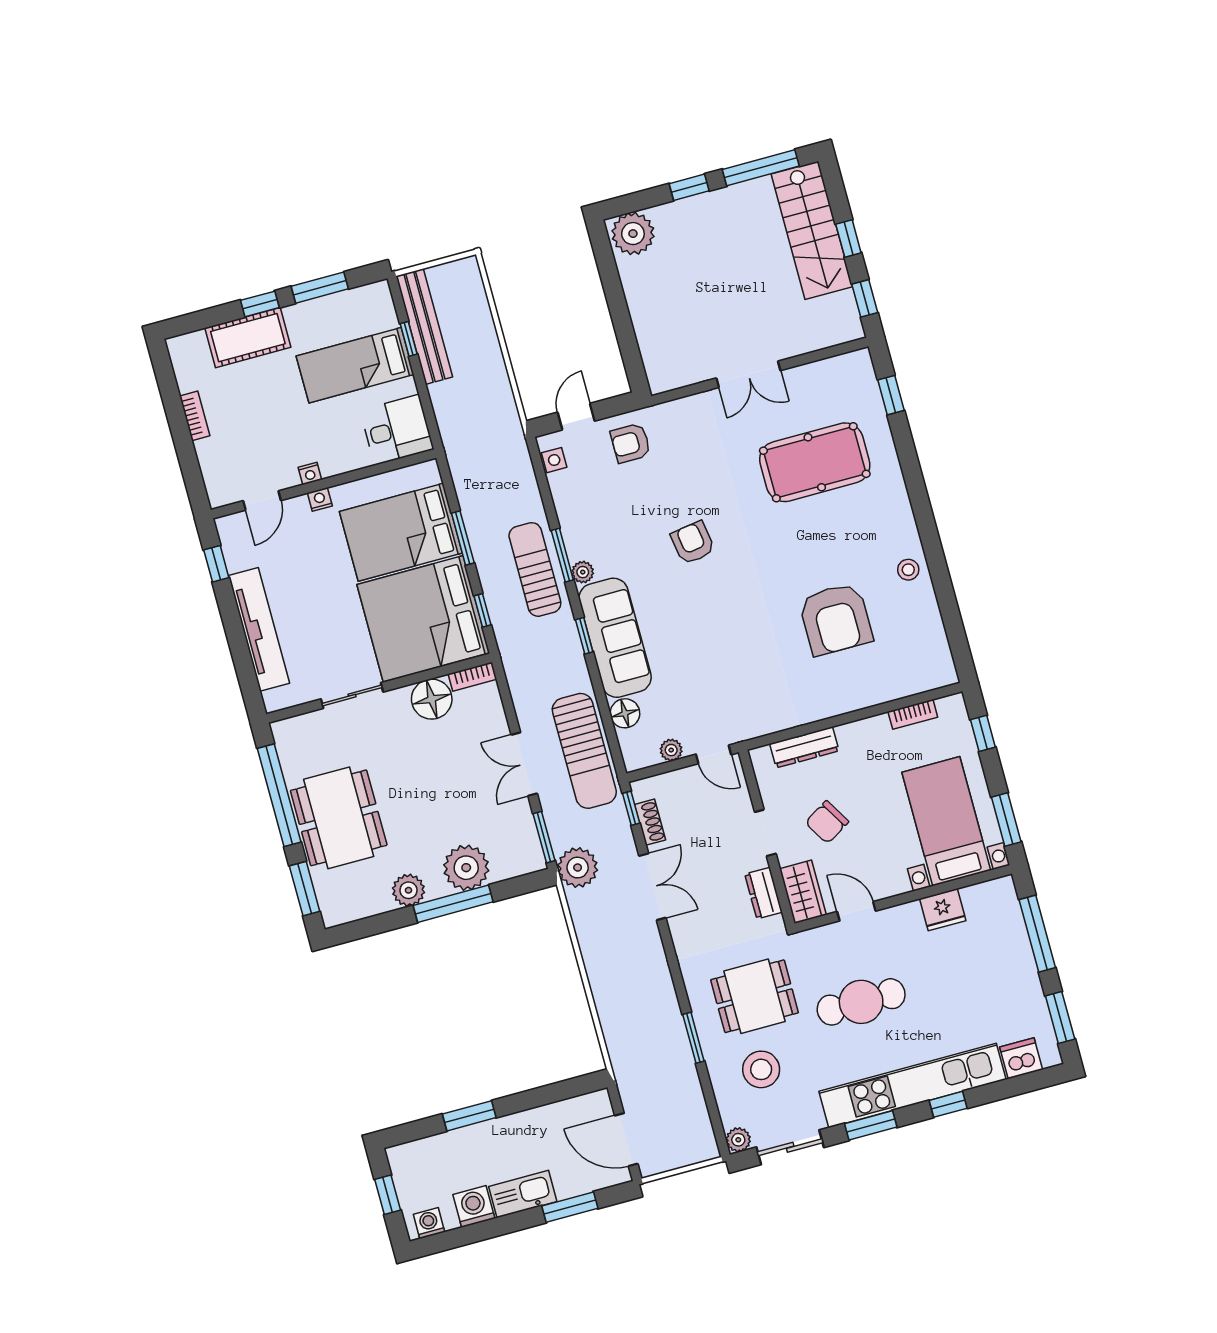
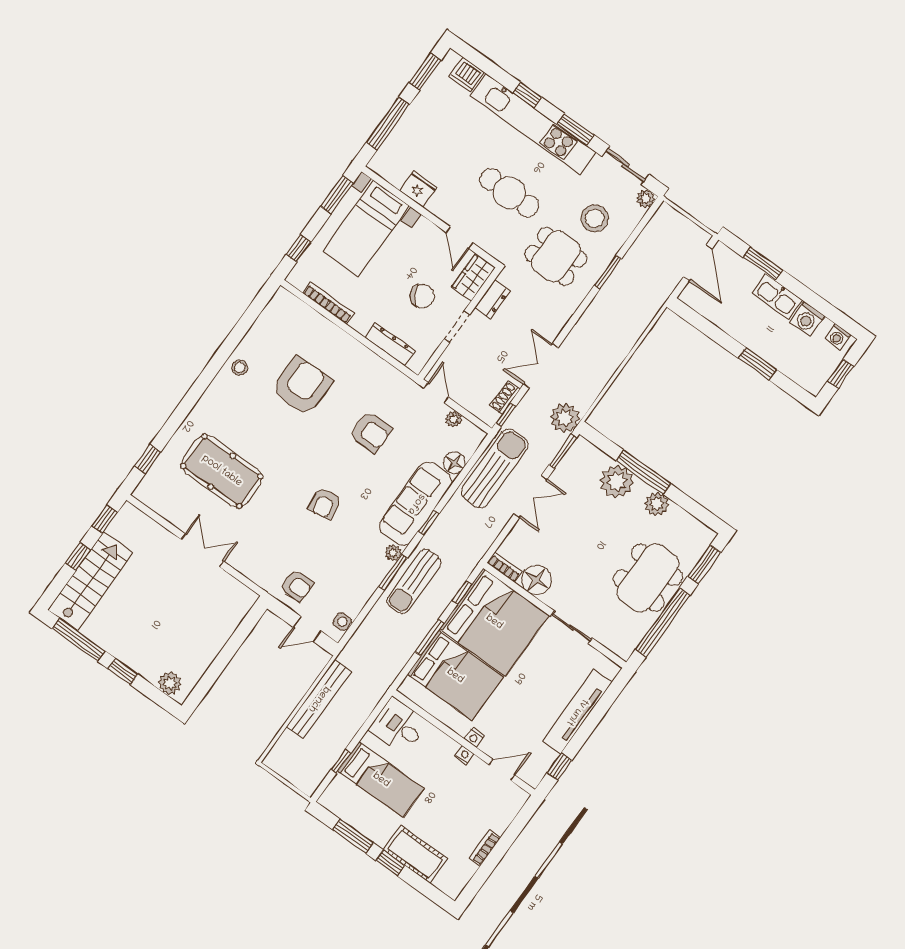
plant: (633, 234) -> (170, 683), width x0.73, depth x0.73
bench: (424, 326) -> (319, 699), moved
armchair: (729, 652) -> (371, 432), added
bookcase: (913, 714) -> (328, 303), width x1.56

